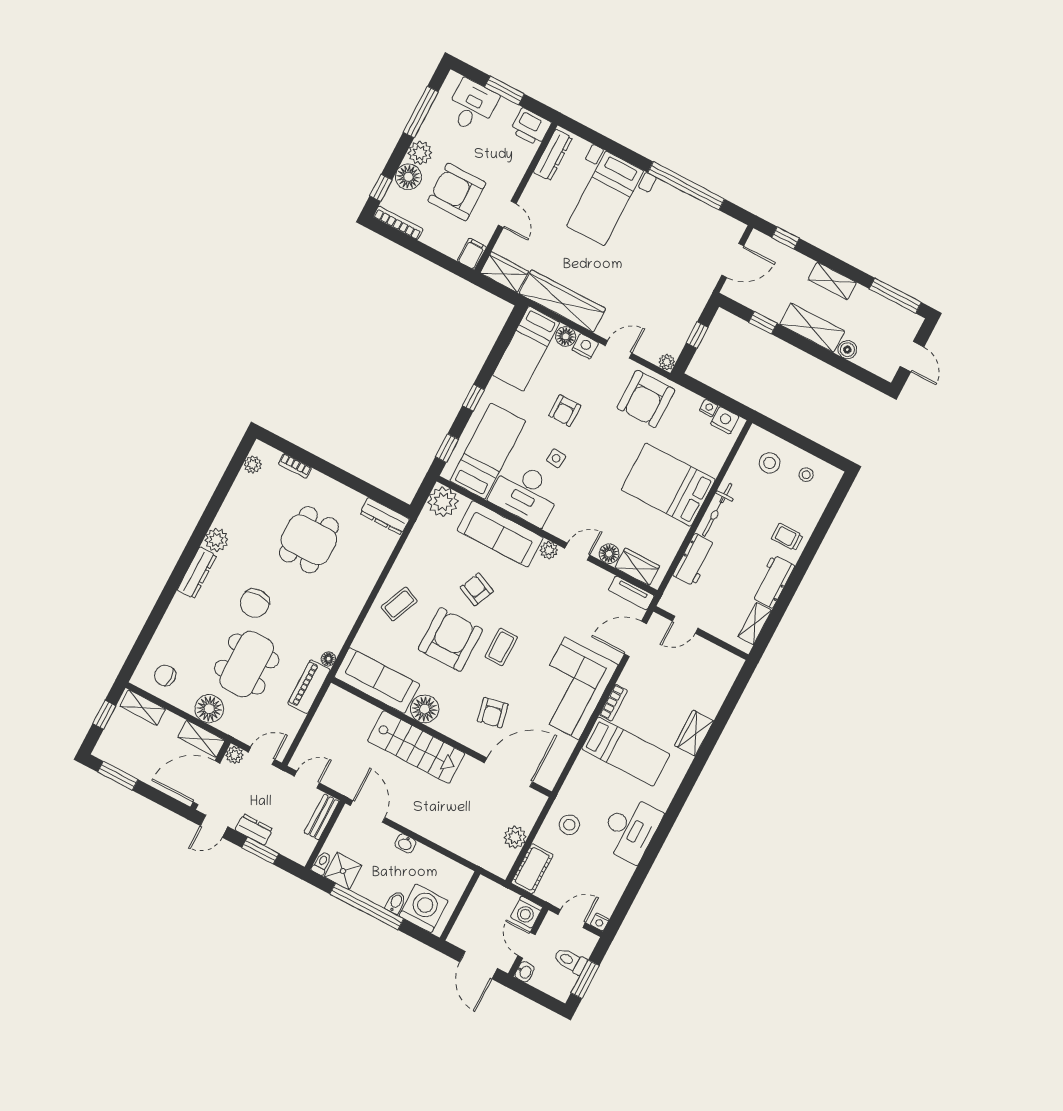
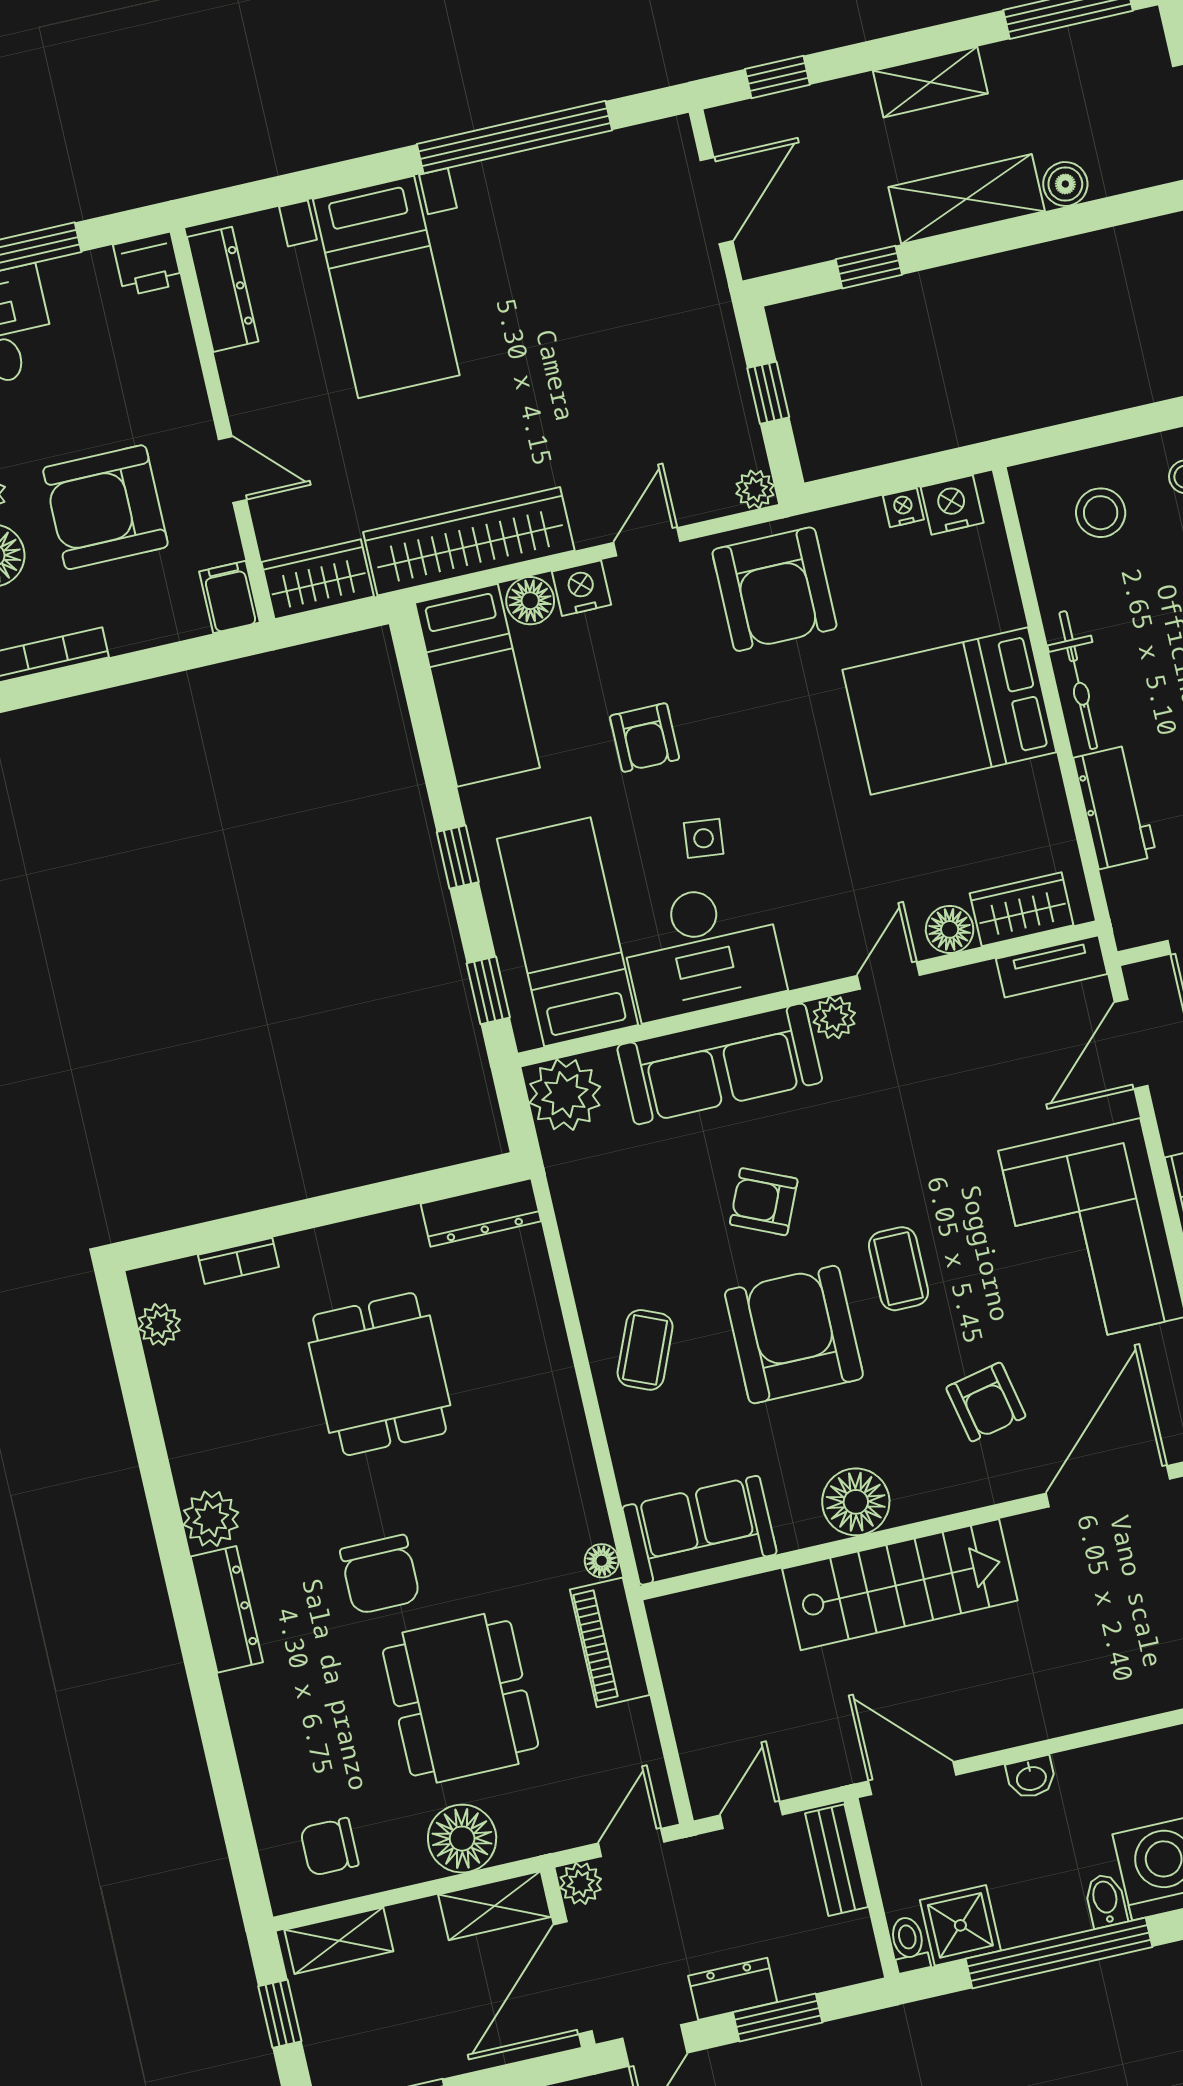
printer: (531, 127) -> (148, 264), width x0.73, depth x0.81
sofa: (377, 681) -> (700, 1530), width x0.73

